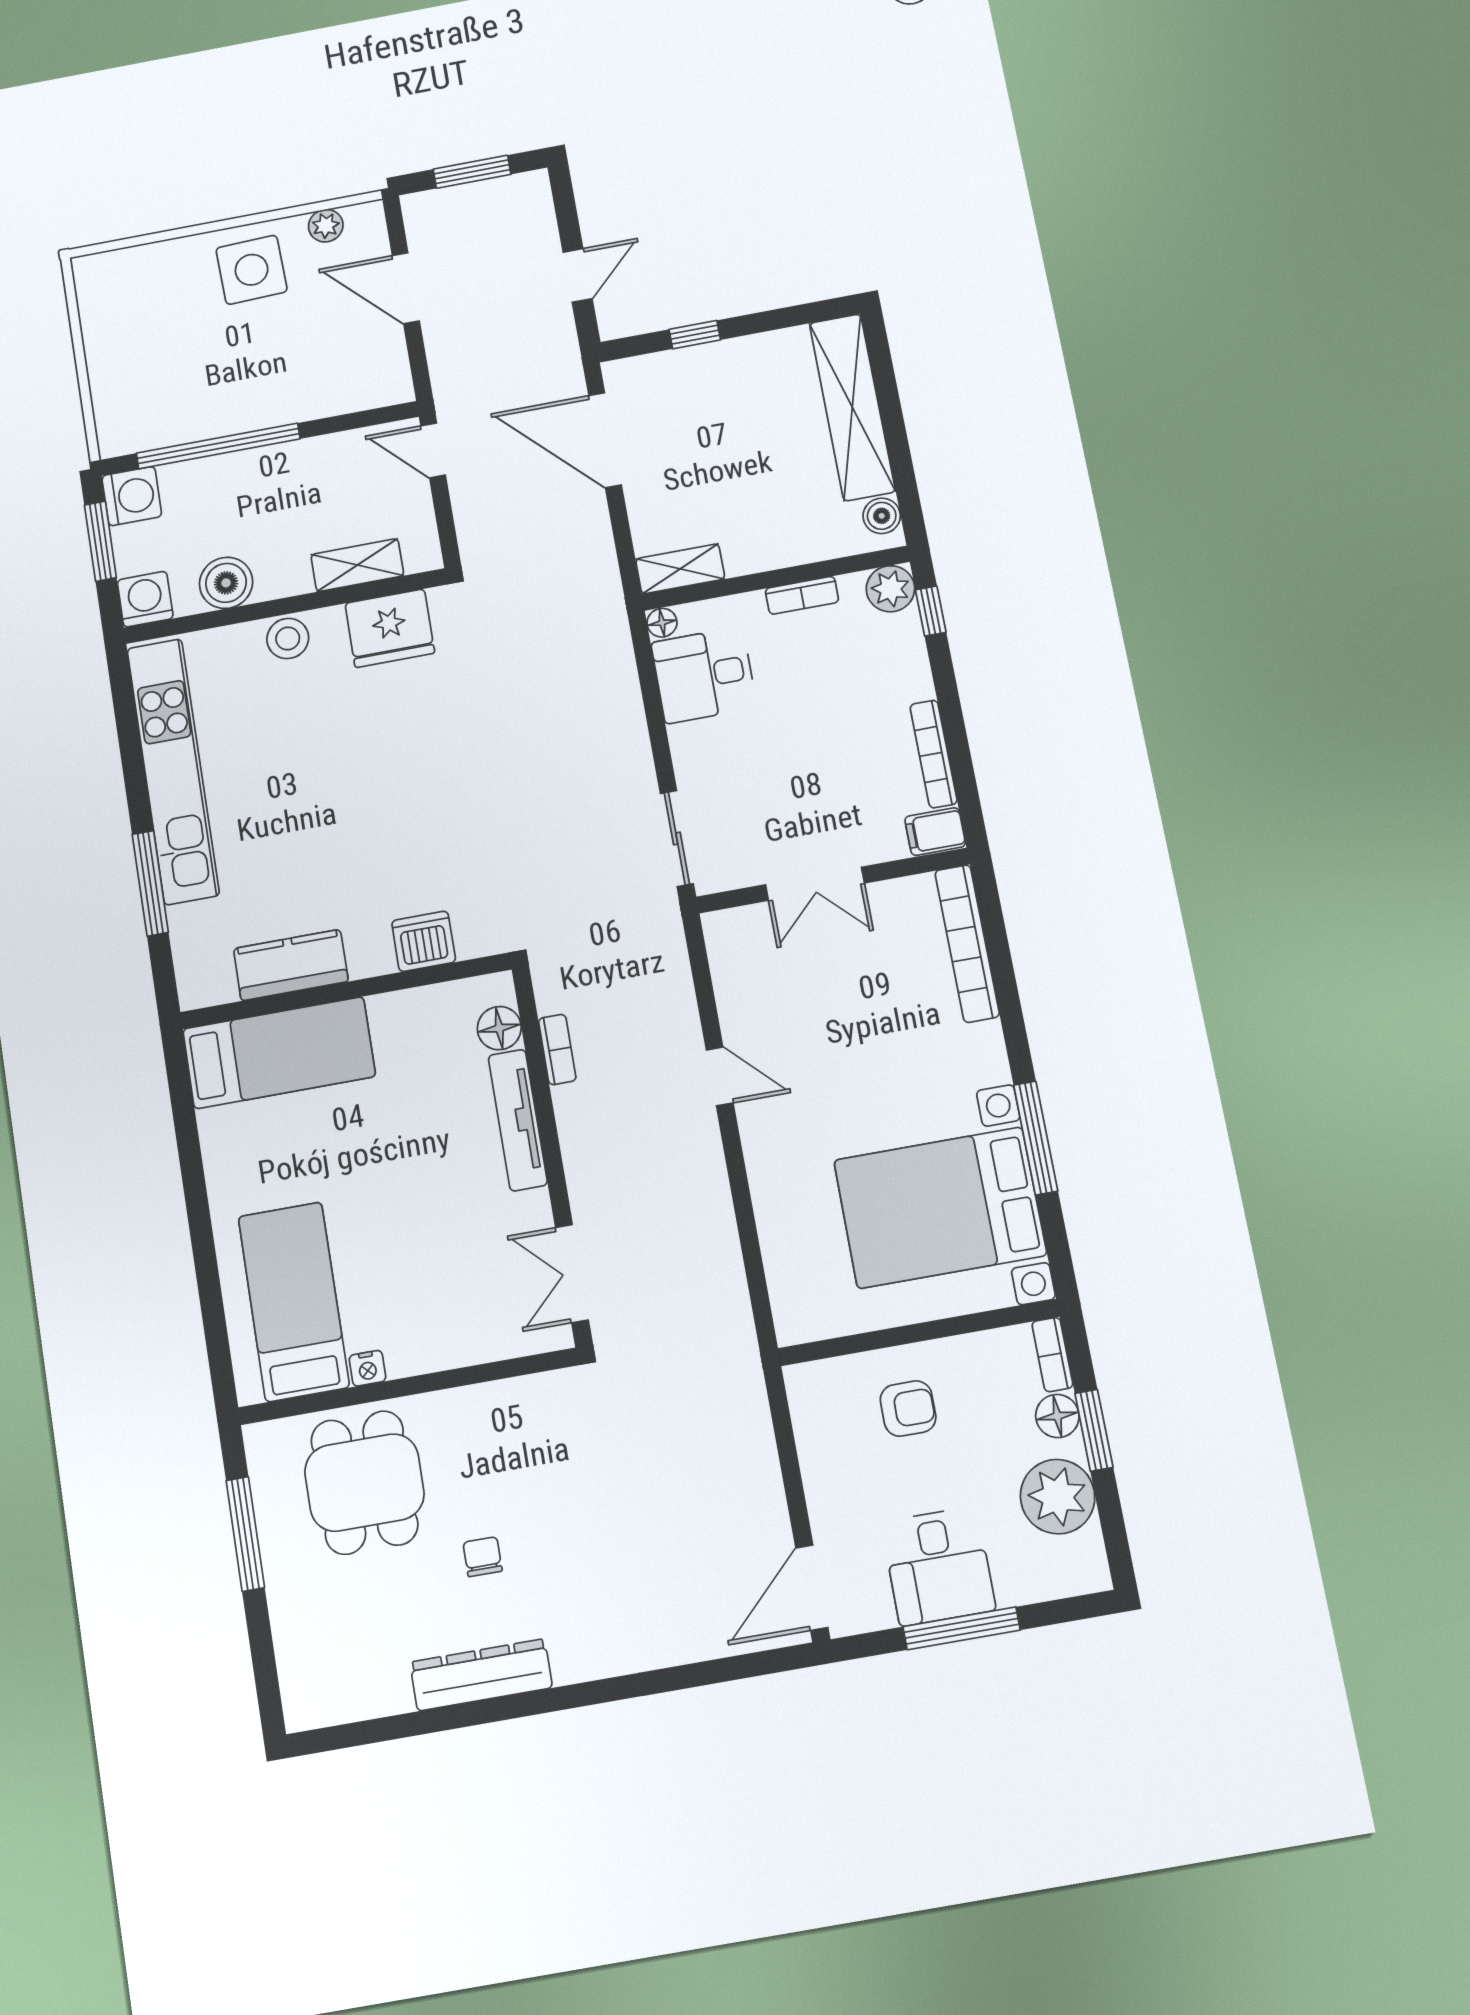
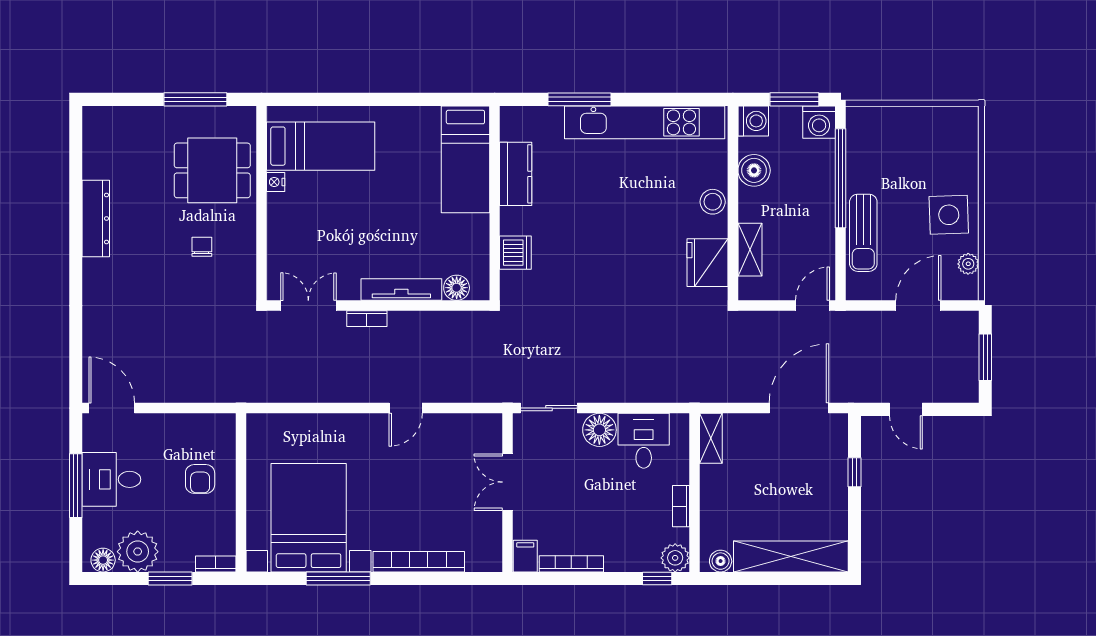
sun lounger: (301, 394) -> (863, 233), added
floor lamp: (662, 623) -> (599, 430), moved, width x1.89, depth x1.89
bookcase: (967, 943) -> (419, 562), moved
bookcase: (557, 1049) -> (367, 319), moved
floor lamp: (1057, 1416) -> (103, 560), moved
chair: (483, 1557) -> (202, 247), moved, turned -90

